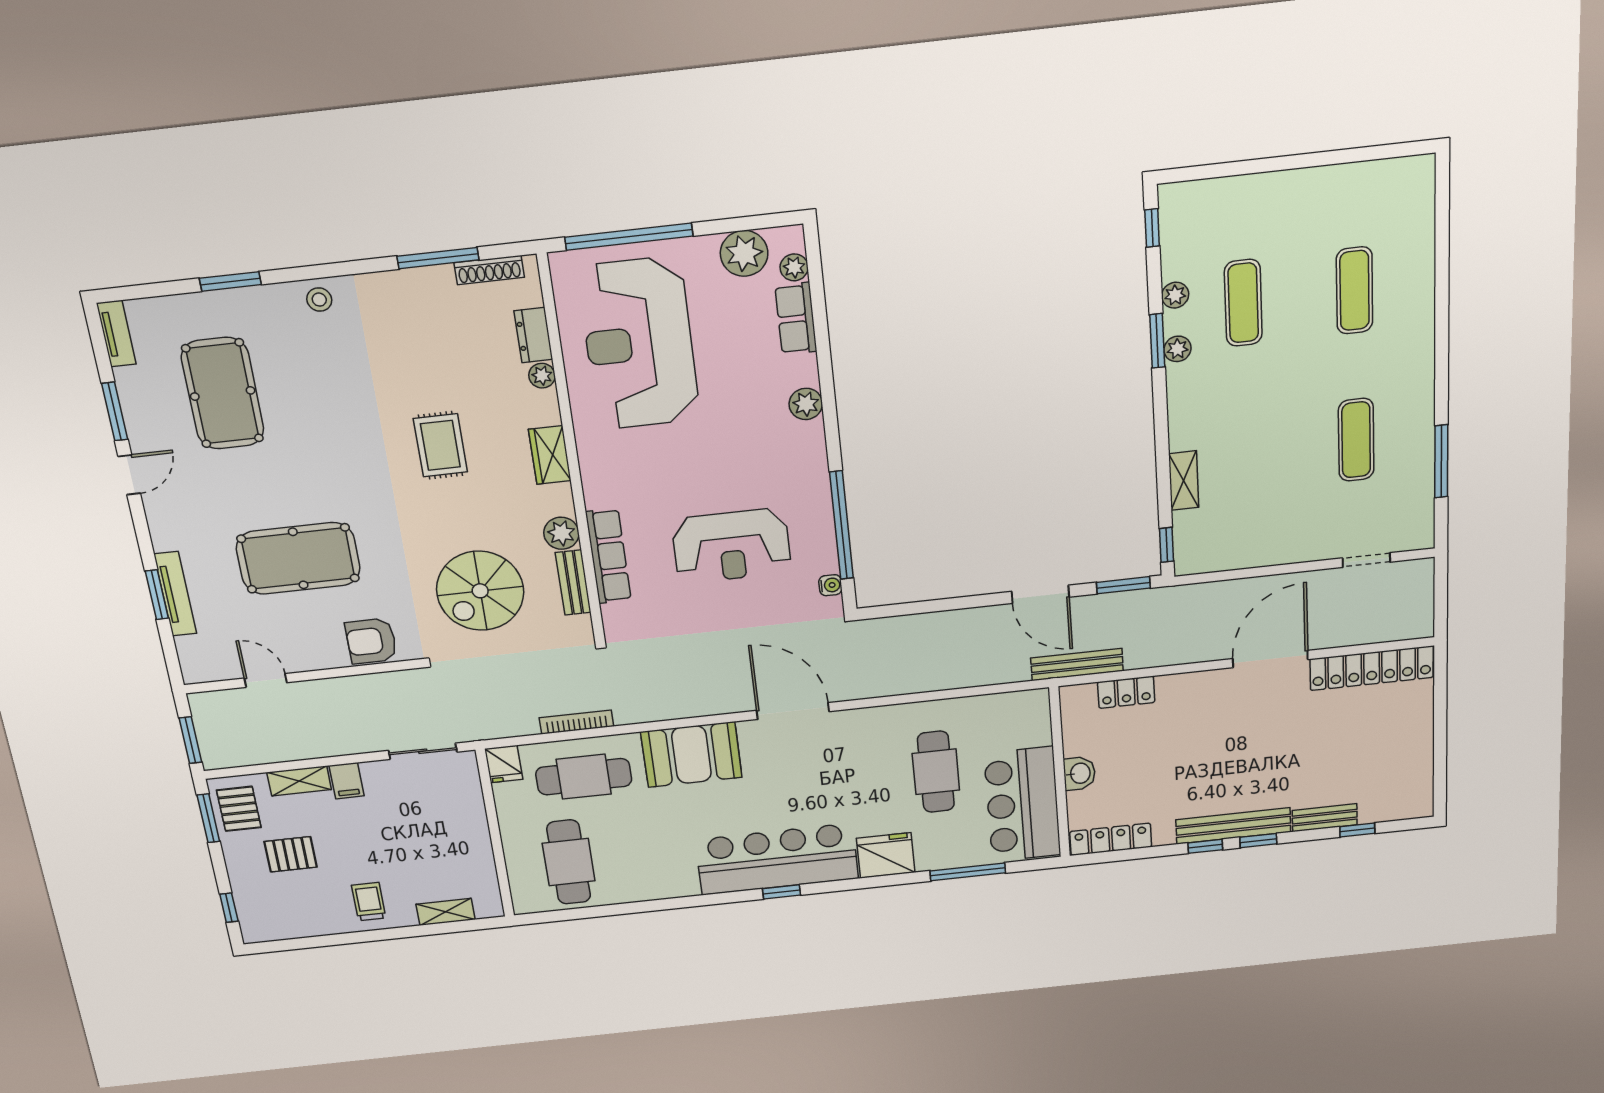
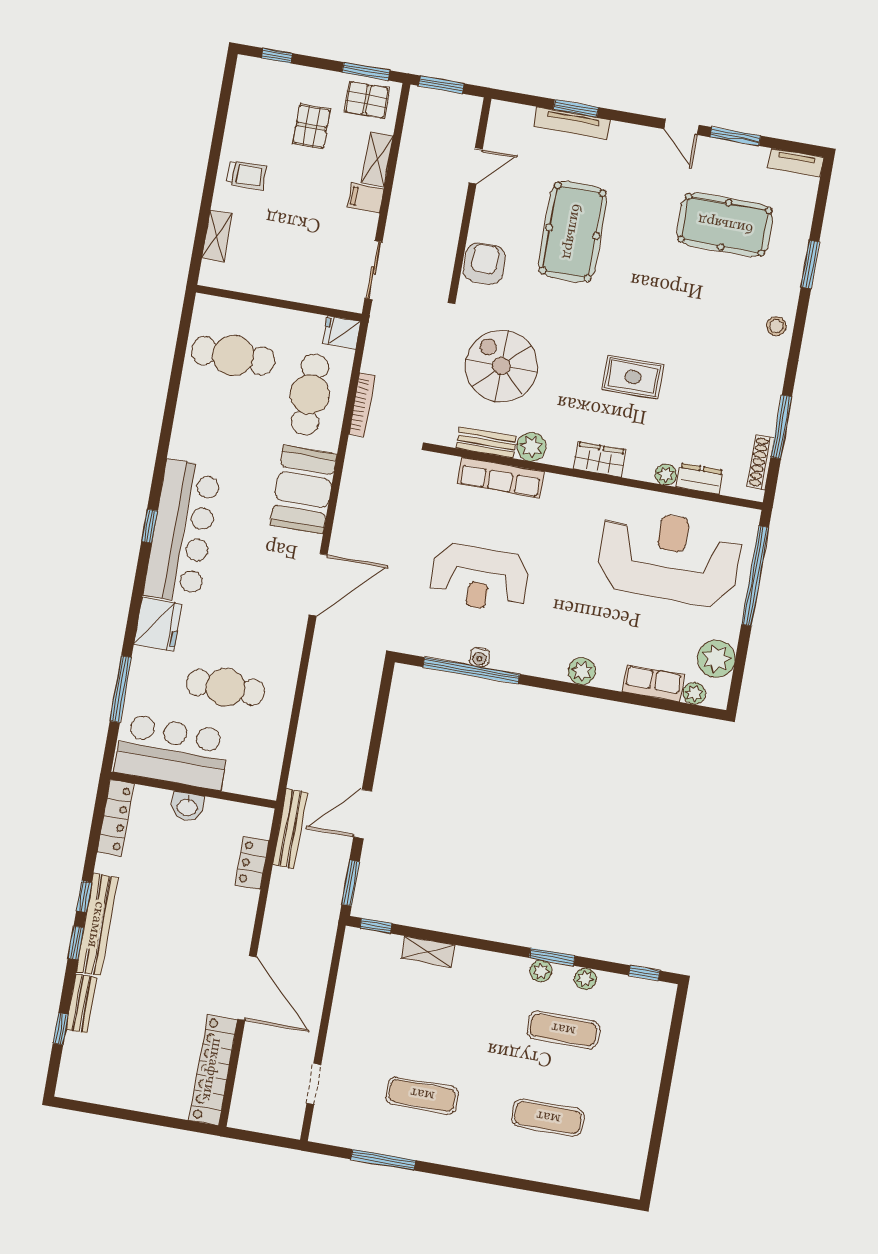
reception desk: (731, 546) -> (480, 578), turned -90
water cooler: (830, 585) -> (479, 657), moved

